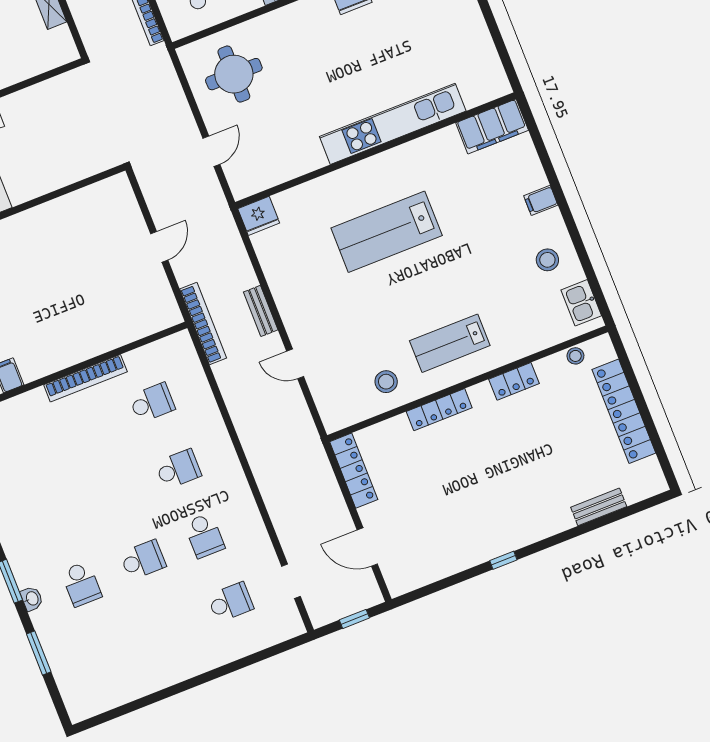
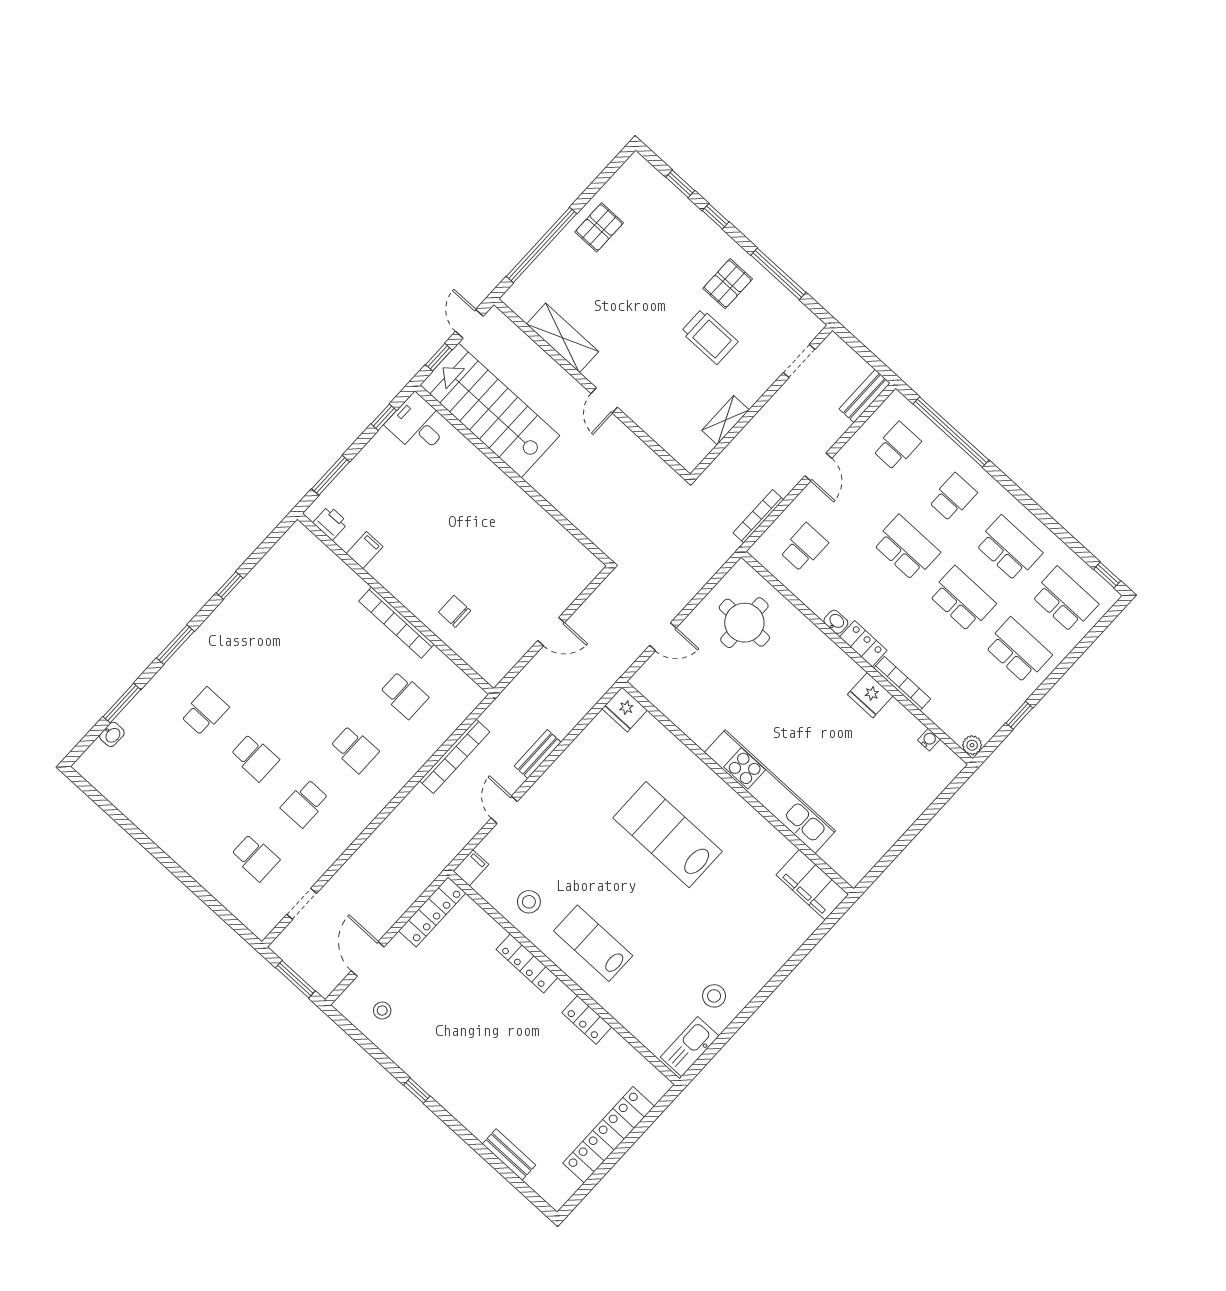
filing cabinet: (541, 200) -> (471, 868), moved, turned 90
kitchen sink: (581, 303) -> (690, 1047), width x1.38
chair: (100, 323) -> (455, 611), added
bookcase: (203, 323) -> (455, 756), moved
stool: (575, 356) -> (382, 1010), moved
school desk: (81, 584) -> (205, 712), turned 180
washbasin: (32, 599) -> (112, 734), moved
window: (354, 619) -> (295, 979), width x1.50

